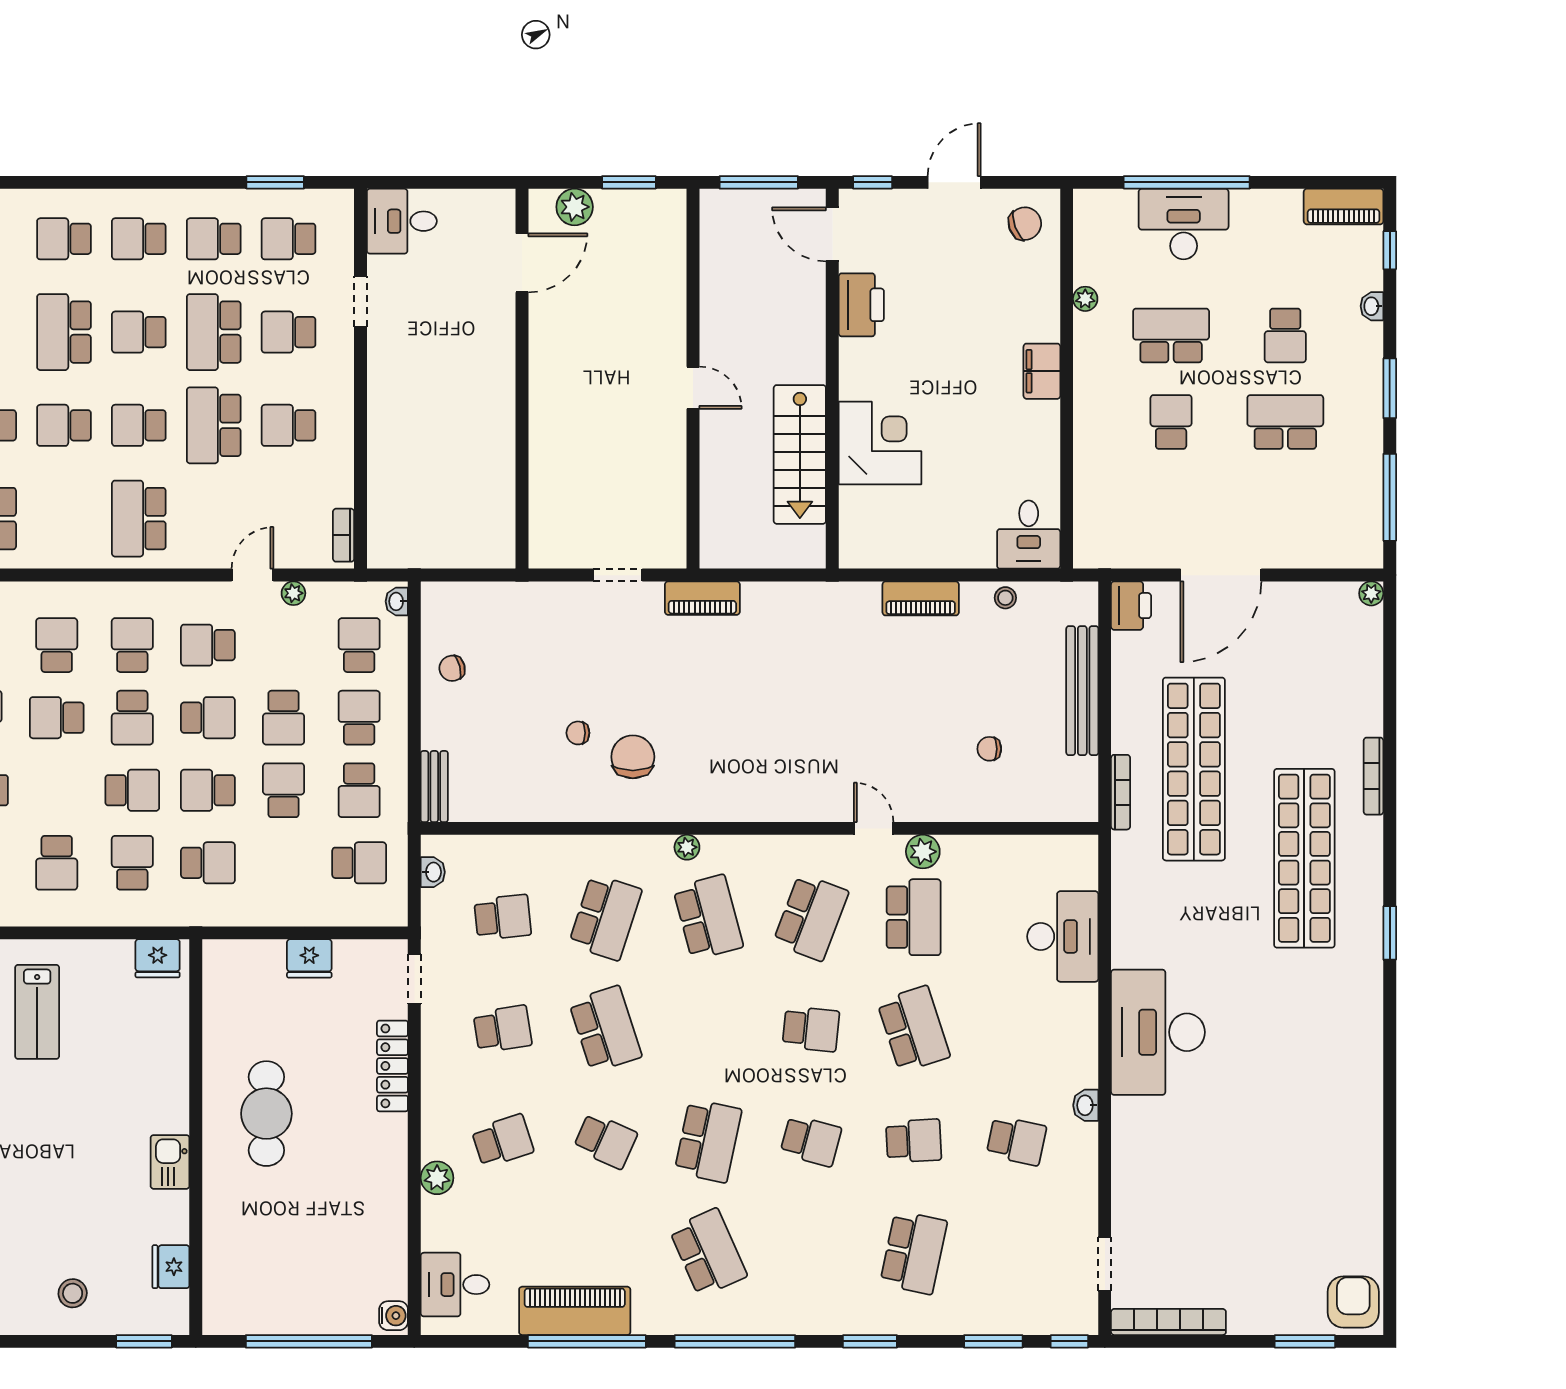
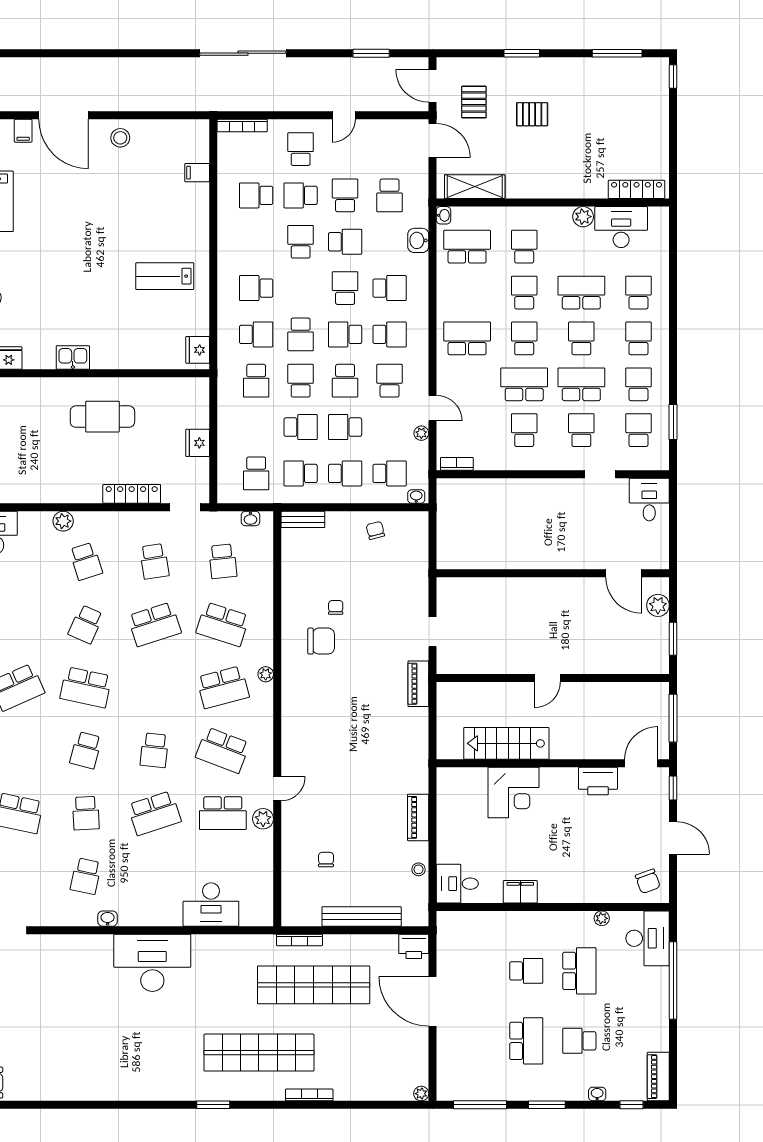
desk: (1184, 224) -> (648, 938), moved
filing cabinet: (1042, 371) -> (520, 892), moved

